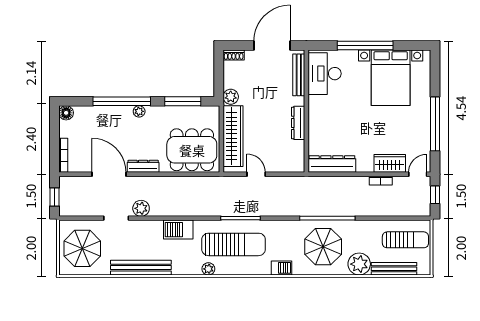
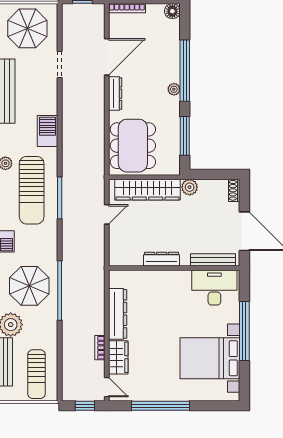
dresser: (332, 164) -> (118, 314), moved
plant: (141, 208) -> (70, 91), removed

